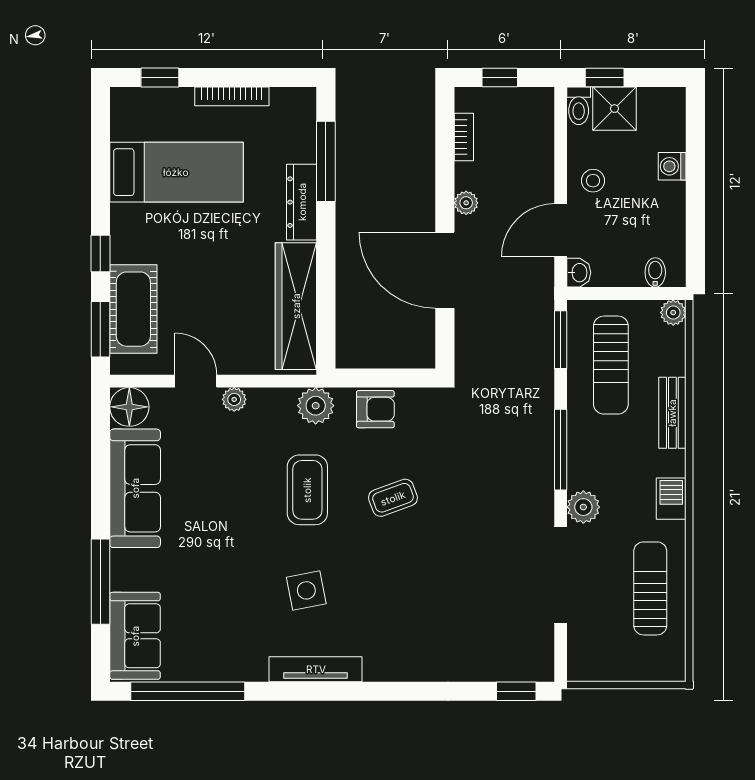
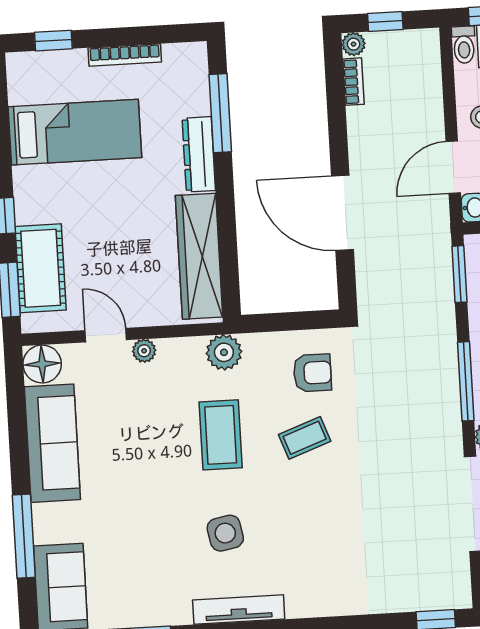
plant: (466, 203) -> (354, 44), moved
armchair: (375, 409) -> (312, 373), moved

